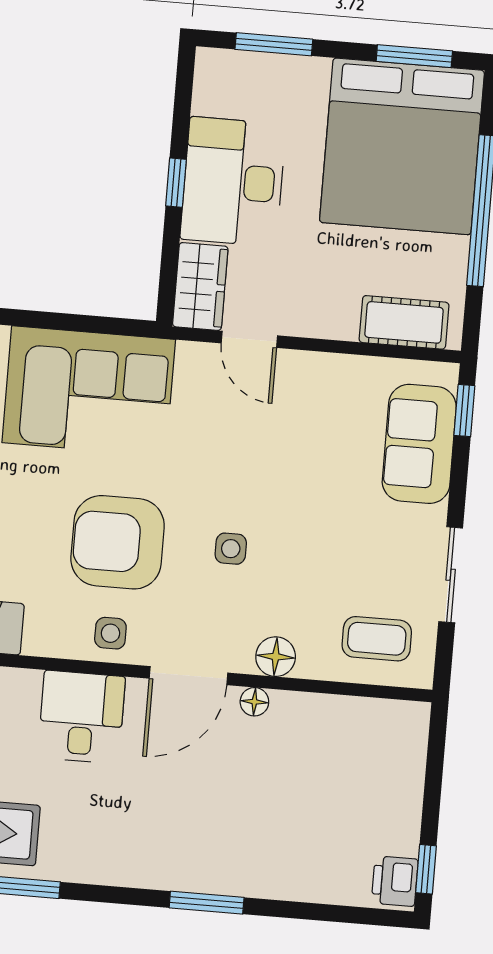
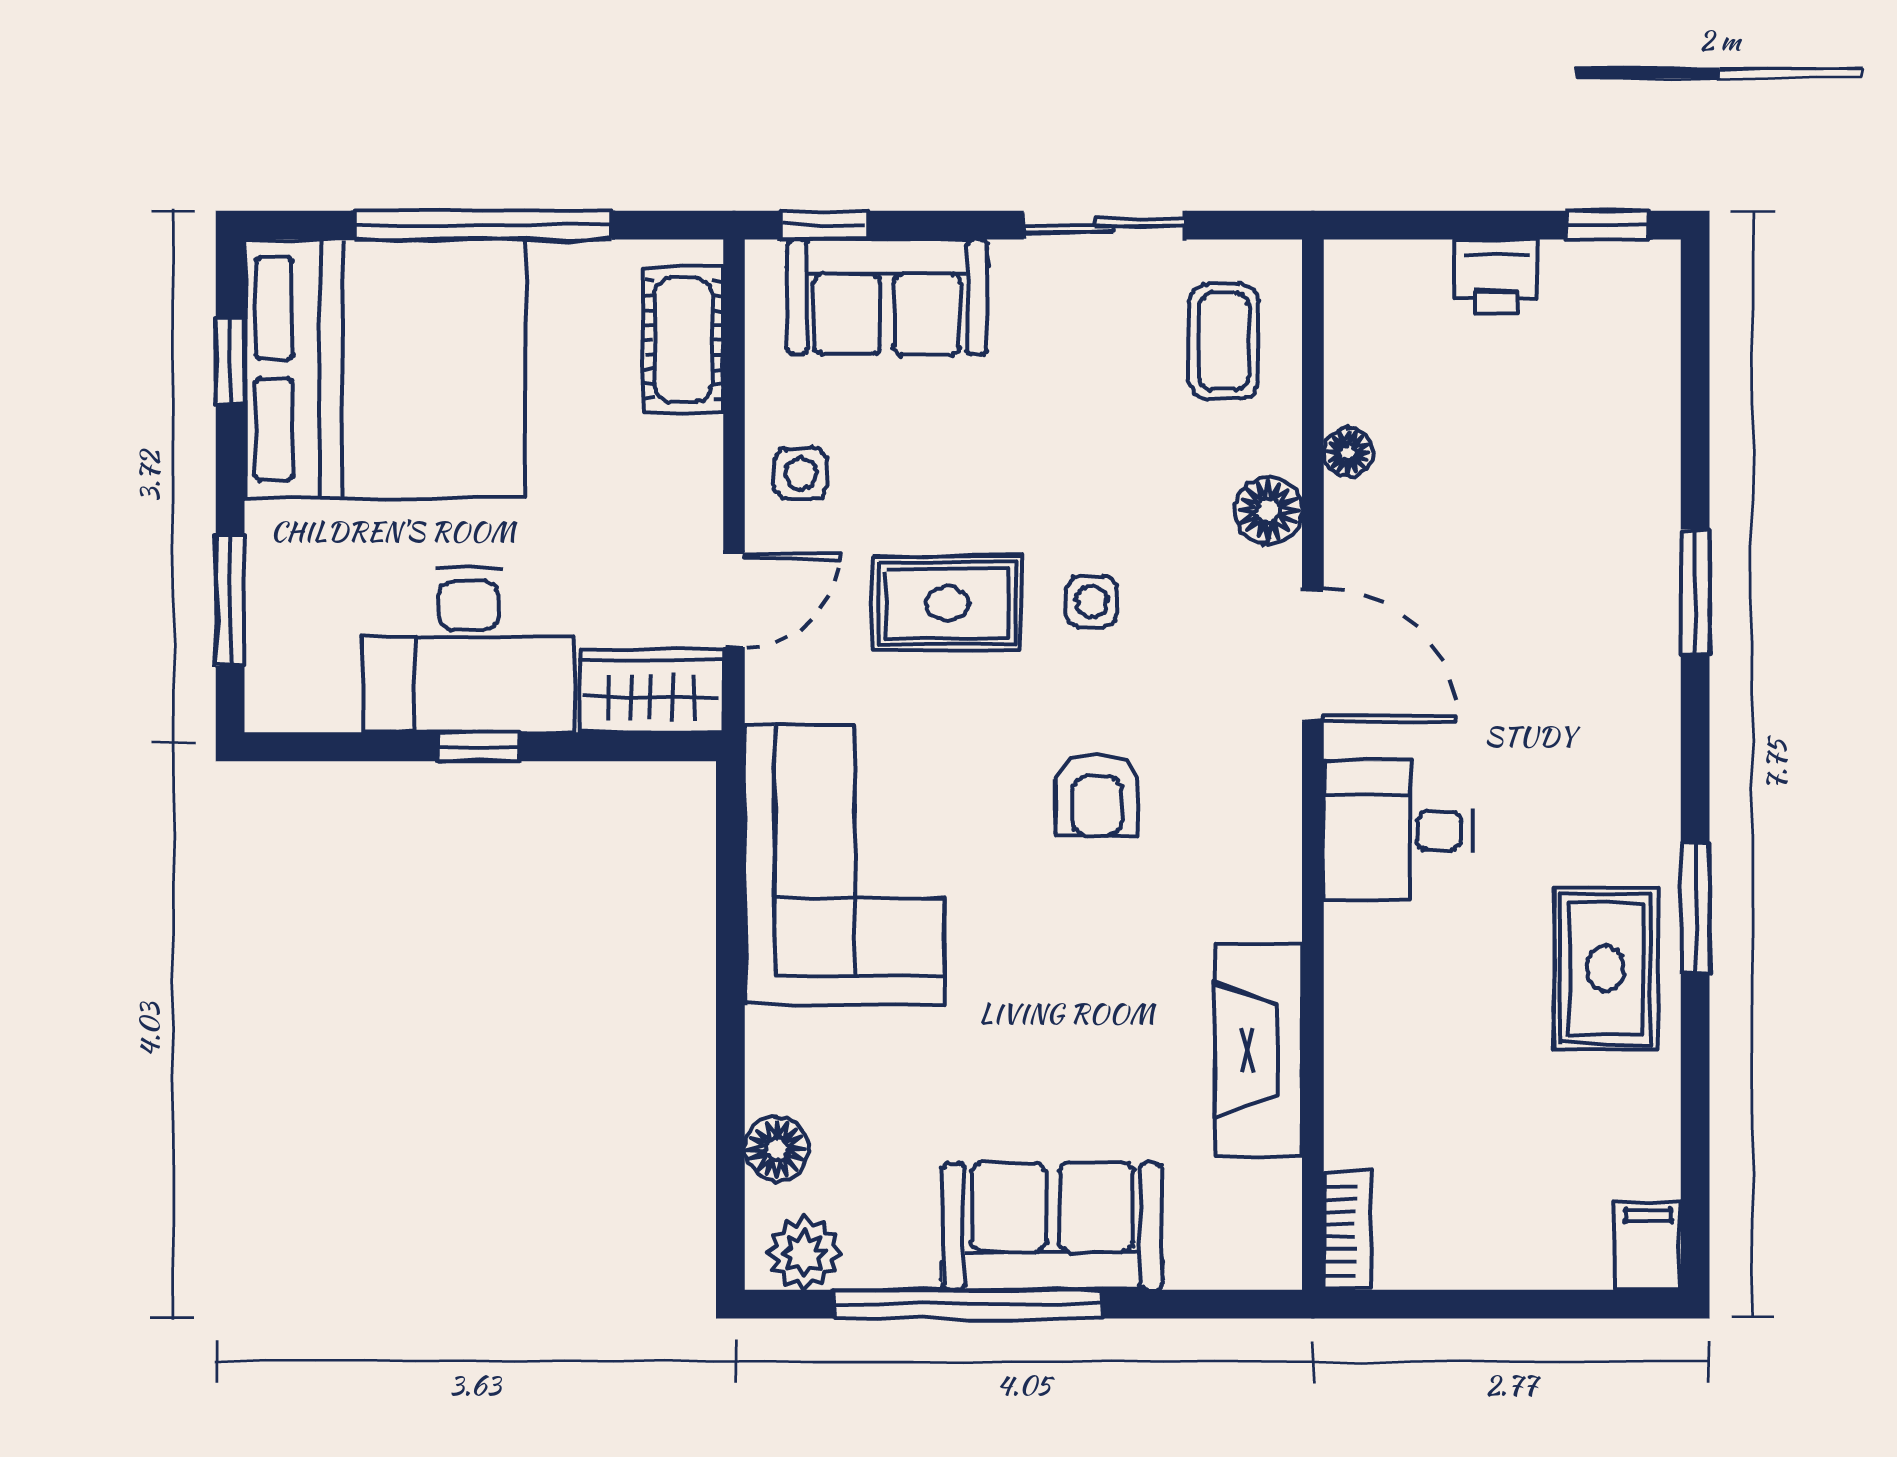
window: (414, 56) -> (230, 361), width x0.67
rug: (237, 464) -> (947, 603), added
armchair: (118, 542) -> (1097, 795), width x0.53, depth x0.53
side table: (110, 633) -> (801, 473), moved
floor lamp: (254, 702) -> (1348, 453), moved
printer: (395, 881) -> (1496, 276), moved

